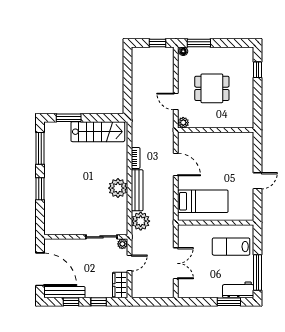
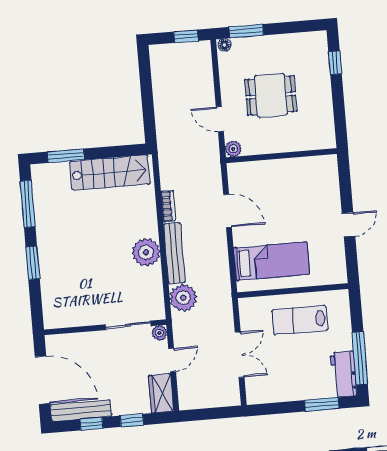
lab bench: (231, 247) -> (300, 320), moved
workbench: (238, 290) -> (344, 374), moved, turned -90

